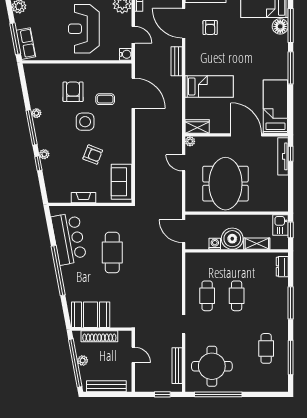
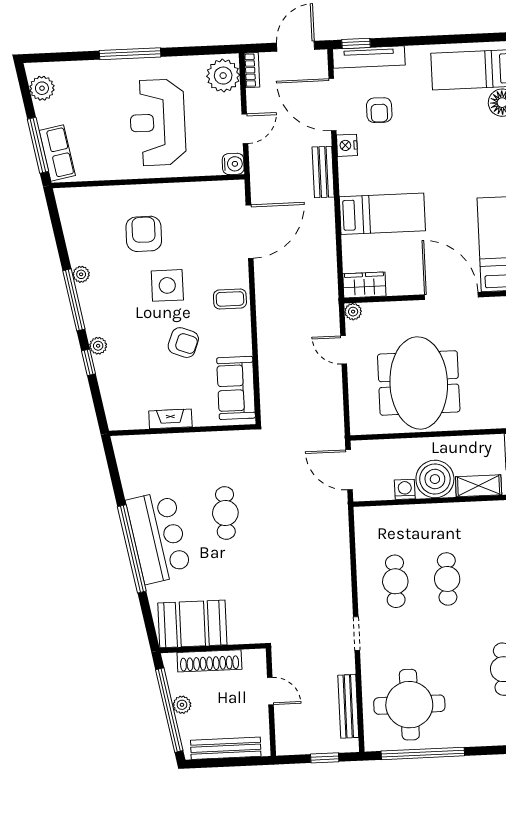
door: (133, 35) -> (245, 129), hinge flipped
nightstand: (191, 47) -> (347, 145), added
door: (133, 93) -> (250, 232), hinge flipped
coffee table: (105, 99) -> (230, 299), moved
bar counter: (69, 239) -> (159, 537), moved
cafe table: (112, 253) -> (225, 513), width x0.73, depth x0.74

